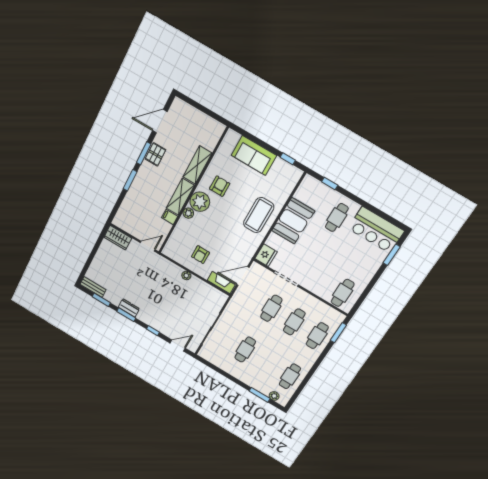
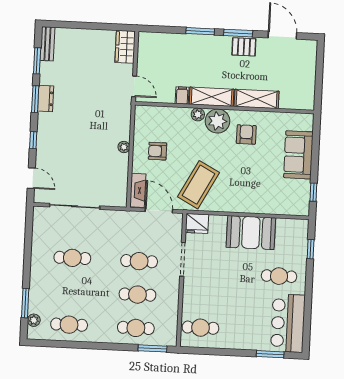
armchair: (220, 186) -> (246, 134), turned -90
coffee table: (259, 215) -> (199, 185), moved, turned -62

